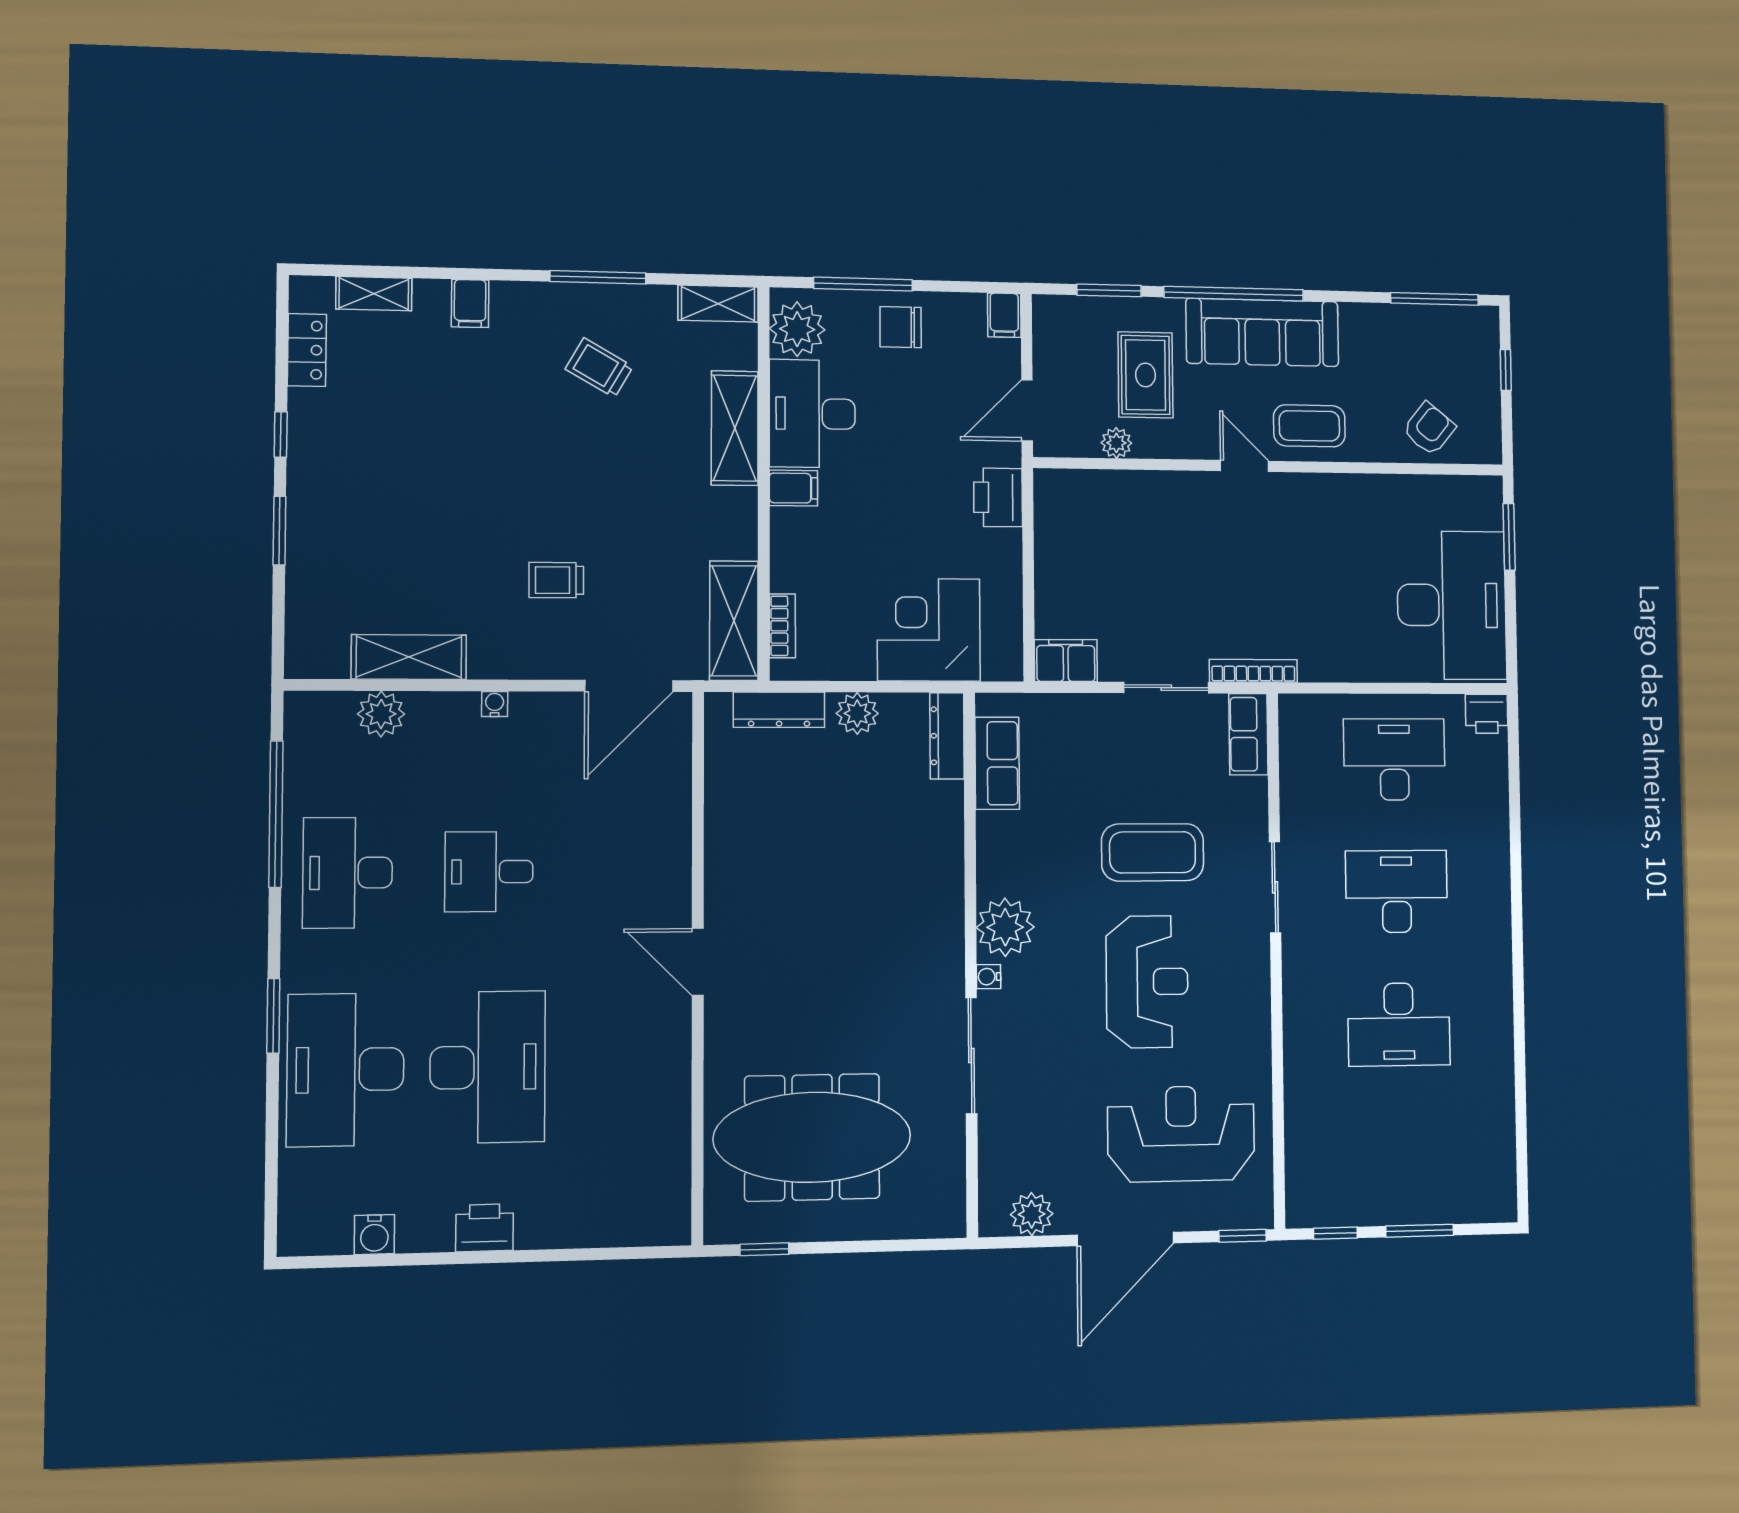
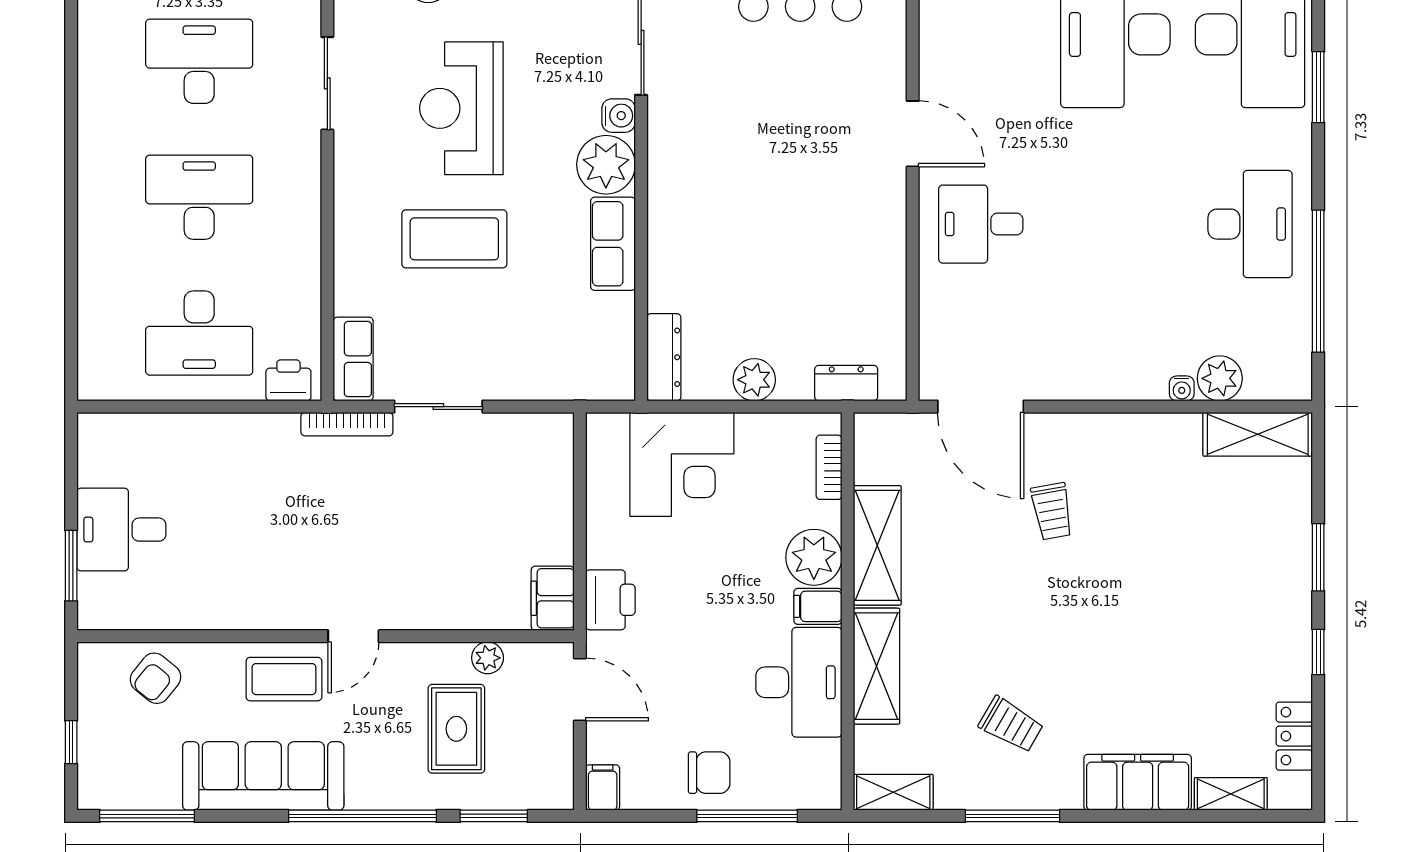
filing cabinet: (470, 303) -> (1138, 782), width x3.00, depth x1.17
plant: (797, 329) -> (814, 557), moved
sofa: (1262, 332) -> (263, 776), moved
door: (1027, 411) -> (580, 690), hinge flipped
door: (1244, 466) -> (353, 636), hinge flipped
trolley: (556, 580) -> (1052, 511), turned 80
desk: (1452, 605) -> (121, 530), width x0.53, depth x0.77
shelving: (734, 621) -> (877, 545), moved
shelving: (409, 657) -> (1258, 434), moved
filing cabinet: (1066, 661) -> (553, 598), moved, turned 90
door: (629, 686) -> (981, 407), swing flipped
water cooler: (495, 704) -> (1182, 388), moved
dresser: (779, 710) -> (846, 383), width x0.70
printer: (1487, 714) -> (288, 380), moved
row of seats: (997, 763) -> (613, 244), moved
desk: (489, 872) -> (981, 224), moved, turned 180
sliding door: (1275, 887) -> (327, 83), moved
desk: (1397, 891) -> (199, 197), turned 180
water cooler: (989, 977) -> (619, 116), width x1.38, depth x1.38

